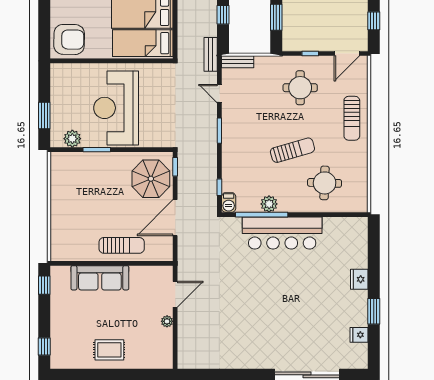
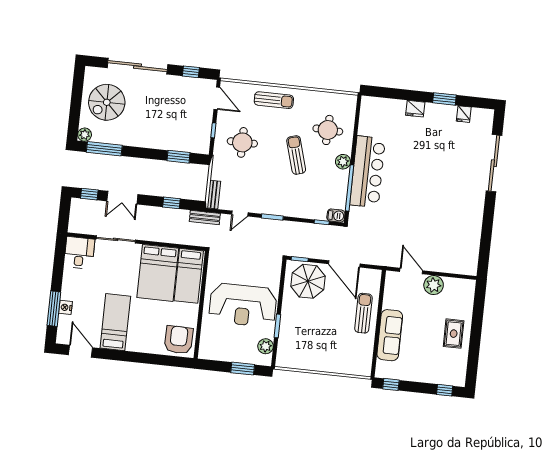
plant: (269, 204) -> (343, 162), moved
plant: (167, 321) -> (434, 285), width x1.87, depth x1.87

